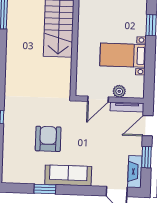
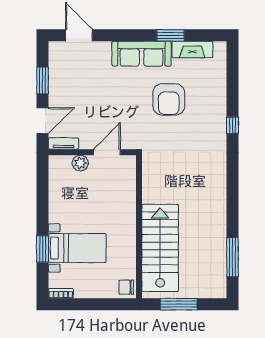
bed with nightstands: (123, 55) -> (77, 248), moved
tv unit: (127, 107) -> (63, 144), width x0.71
fireplace: (135, 172) -> (192, 50), moved, turned 90

